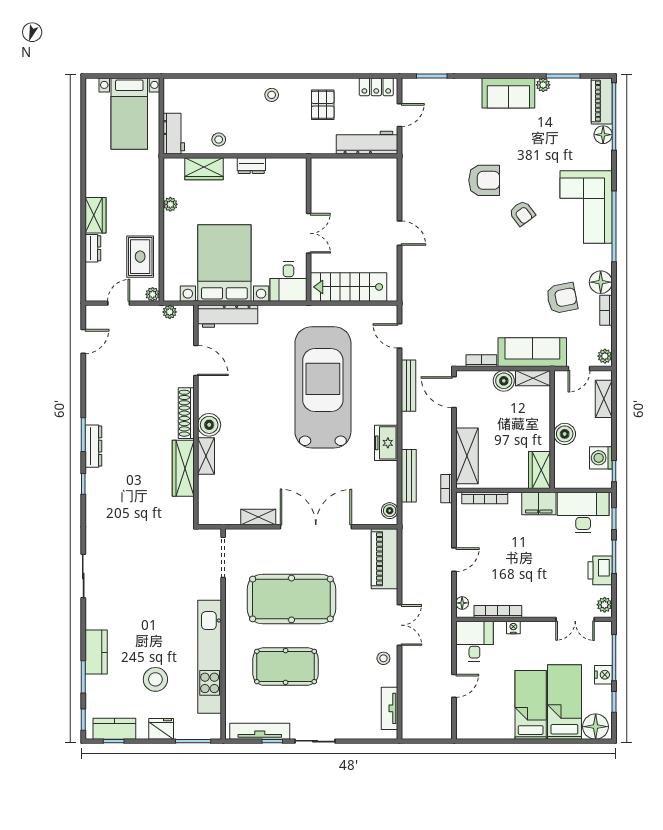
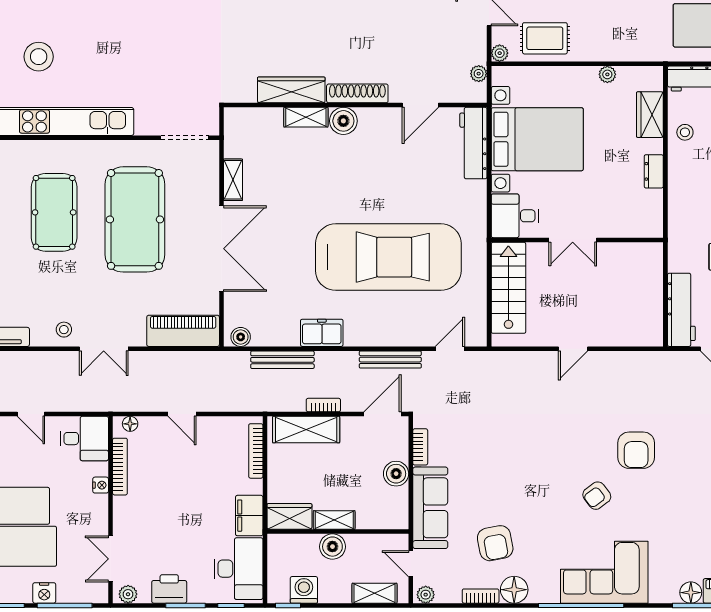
shelving: (533, 378) -> (334, 520), moved, turned 90
bookcase: (446, 489) -> (323, 405), moved

